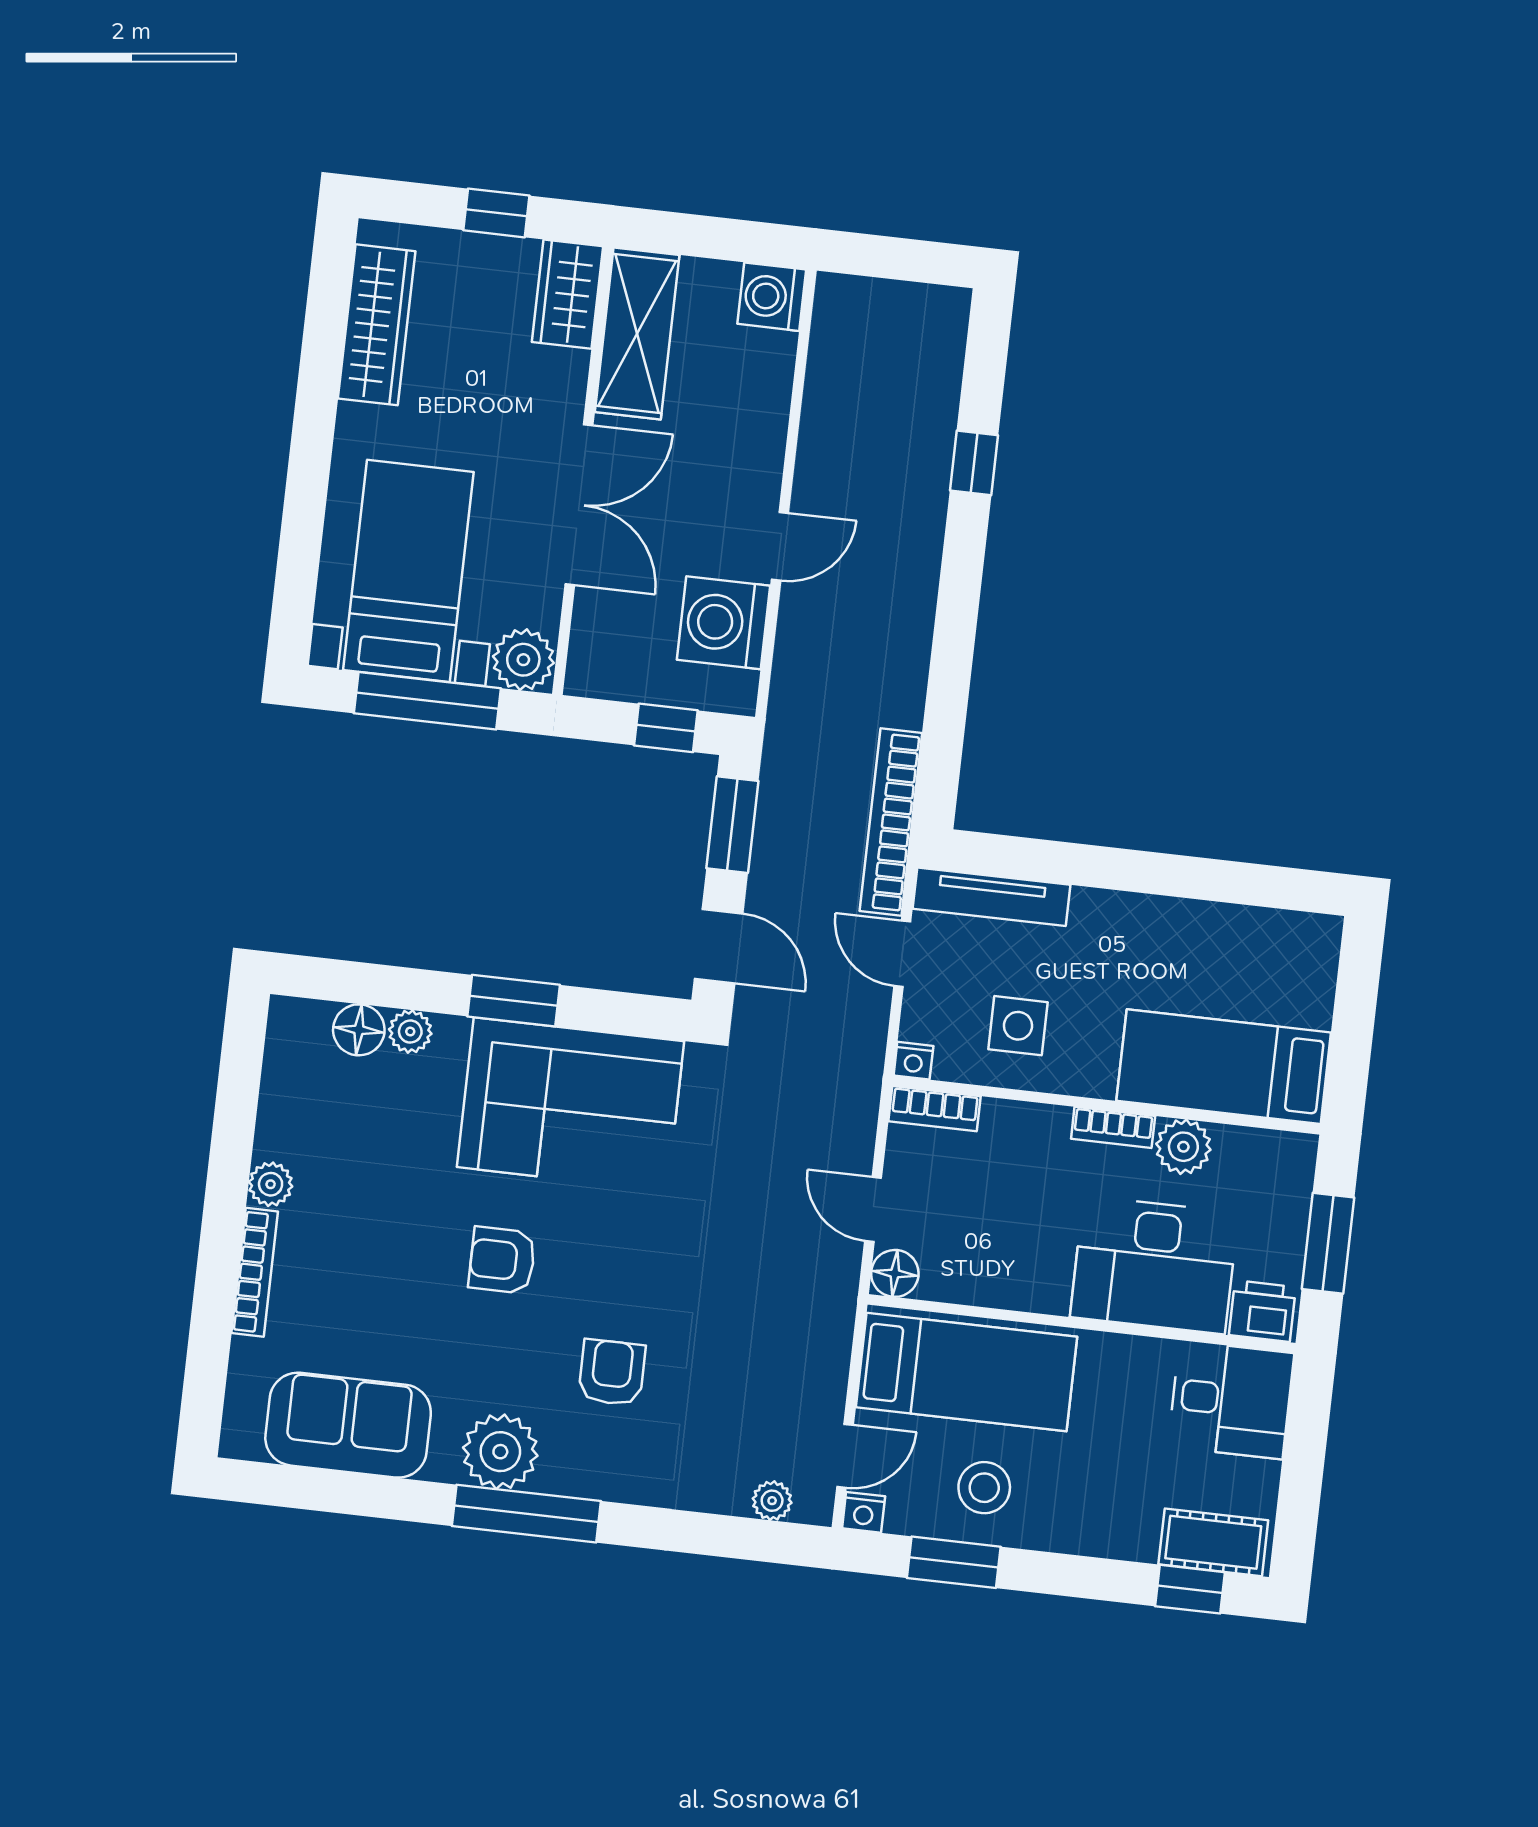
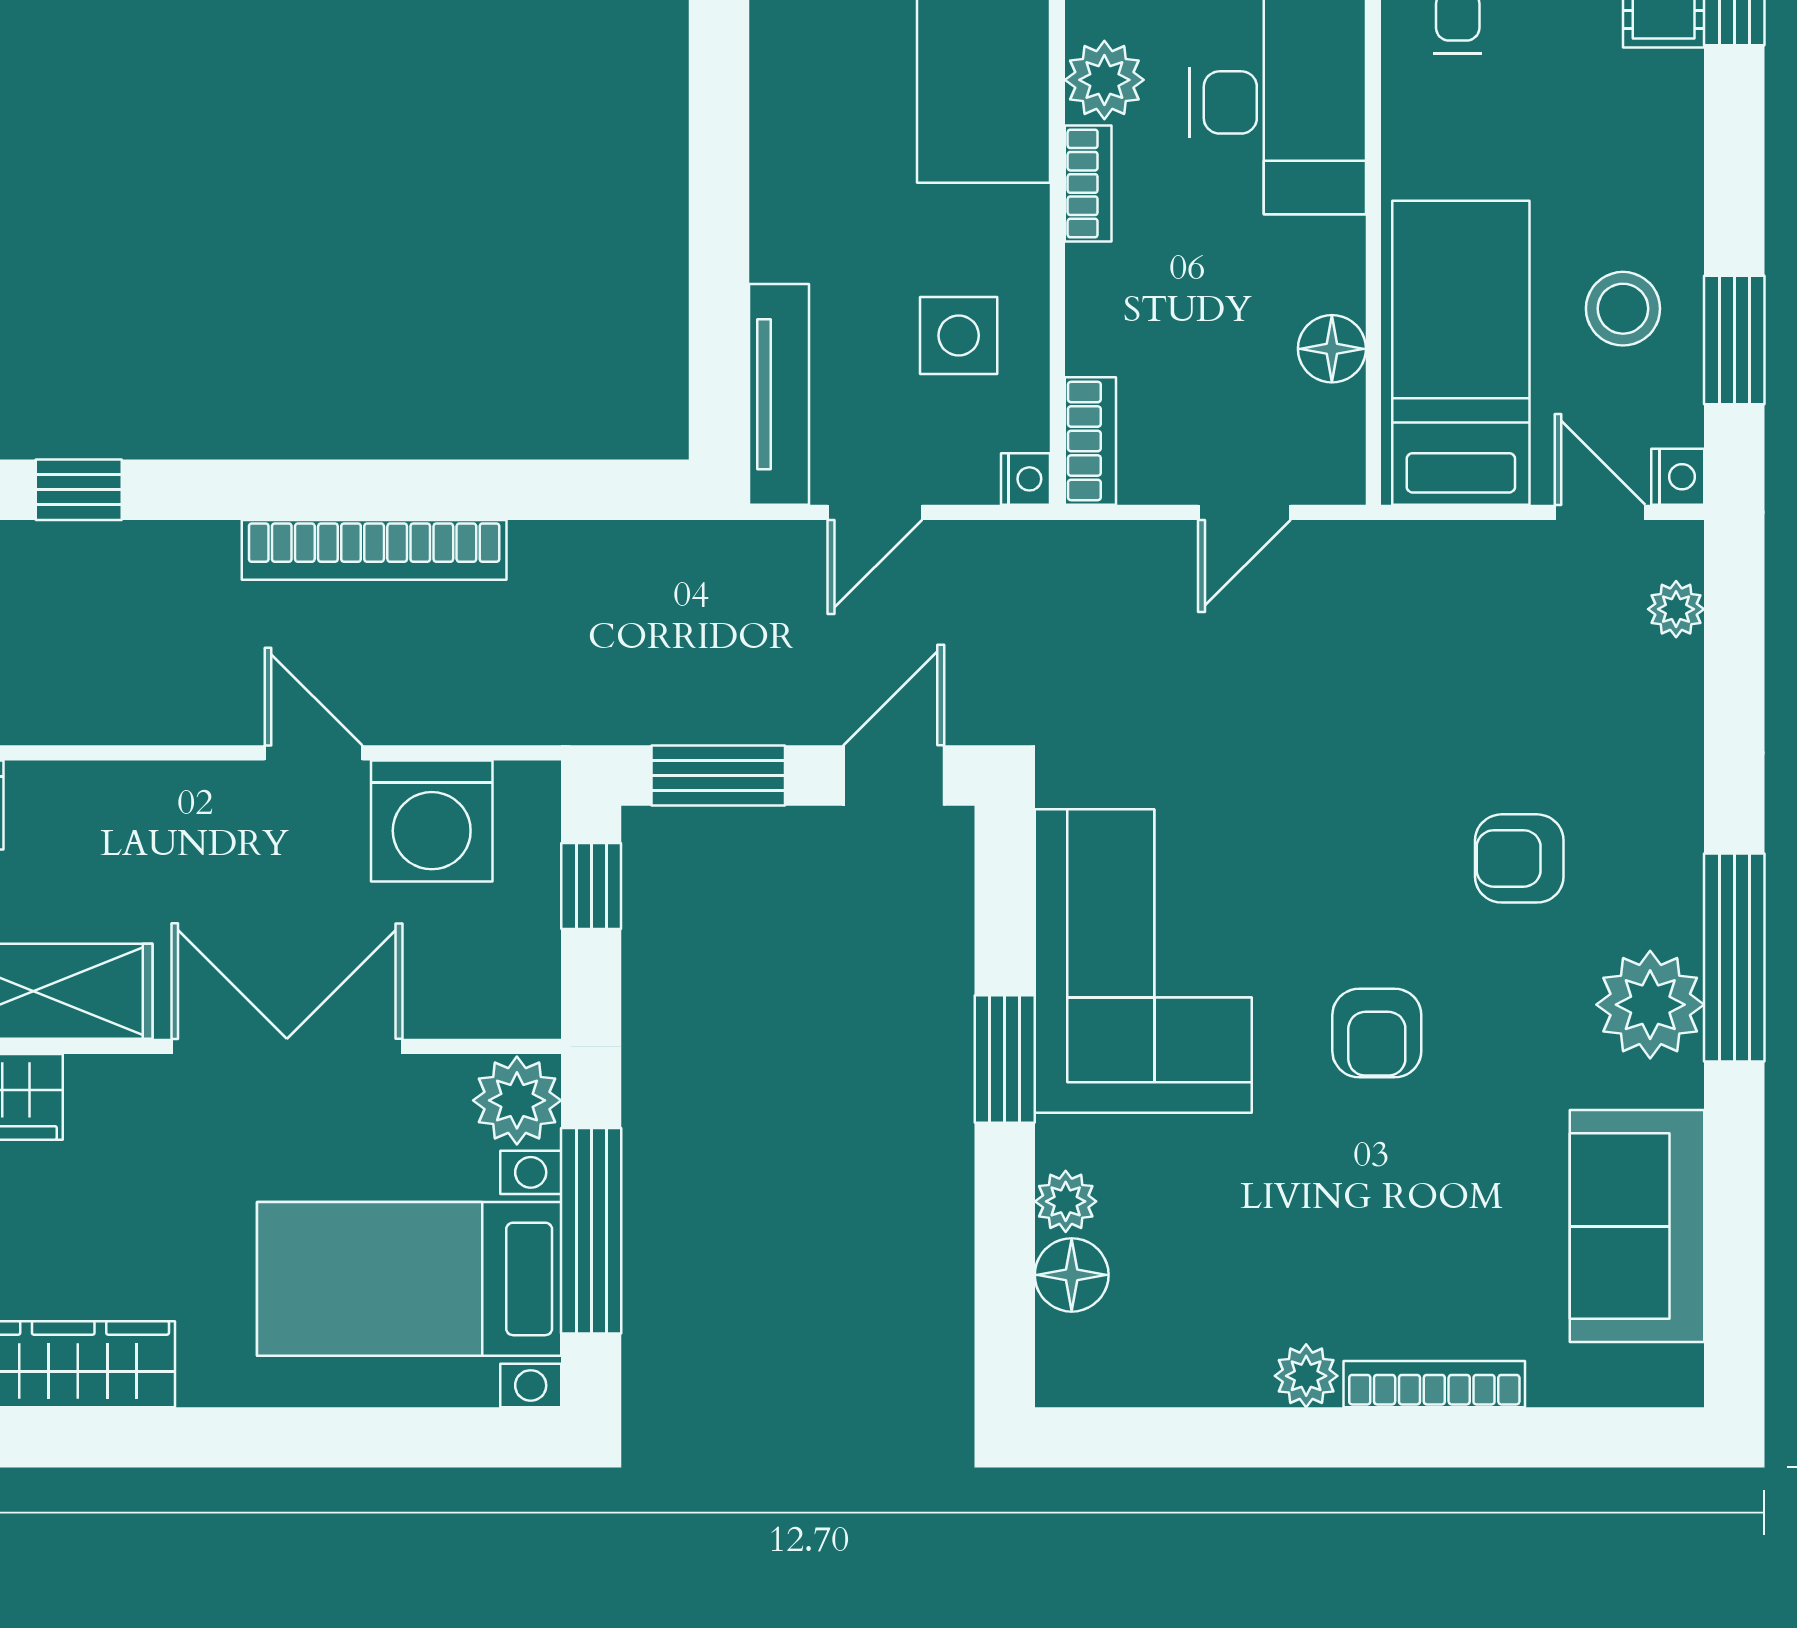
window: (974, 463) -> (79, 490), moved
bookcase: (891, 822) -> (374, 550), moved
floor lamp: (895, 1273) -> (1332, 349), moved

